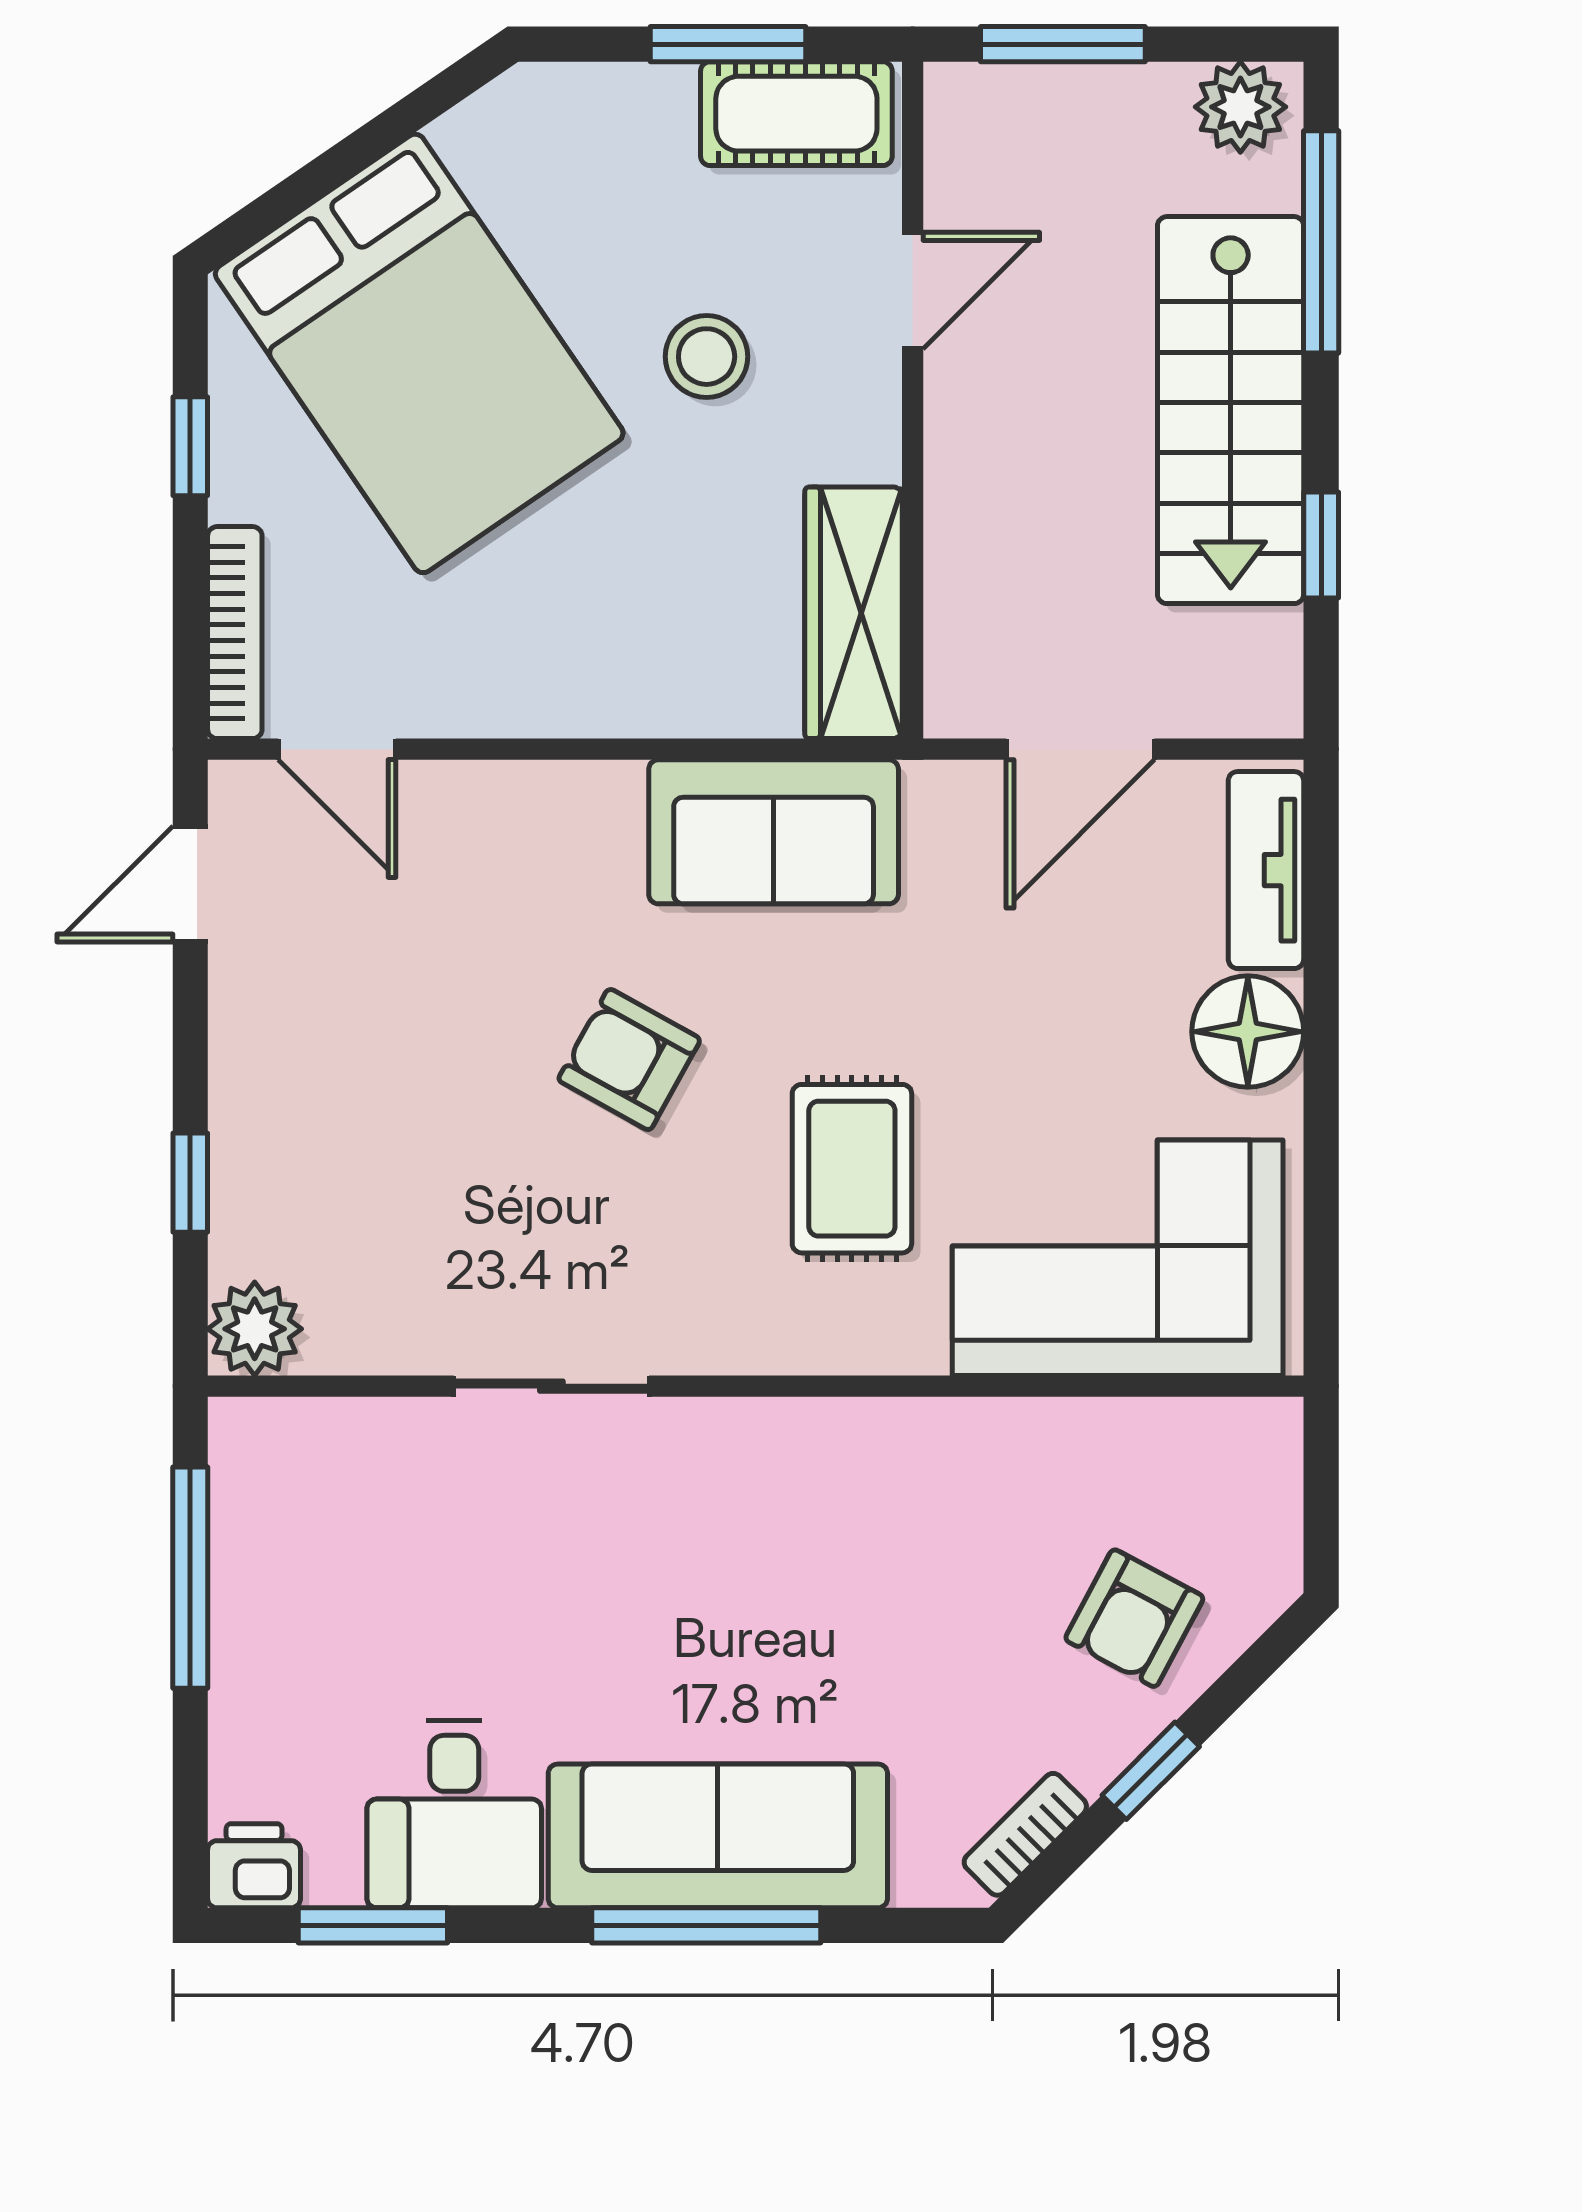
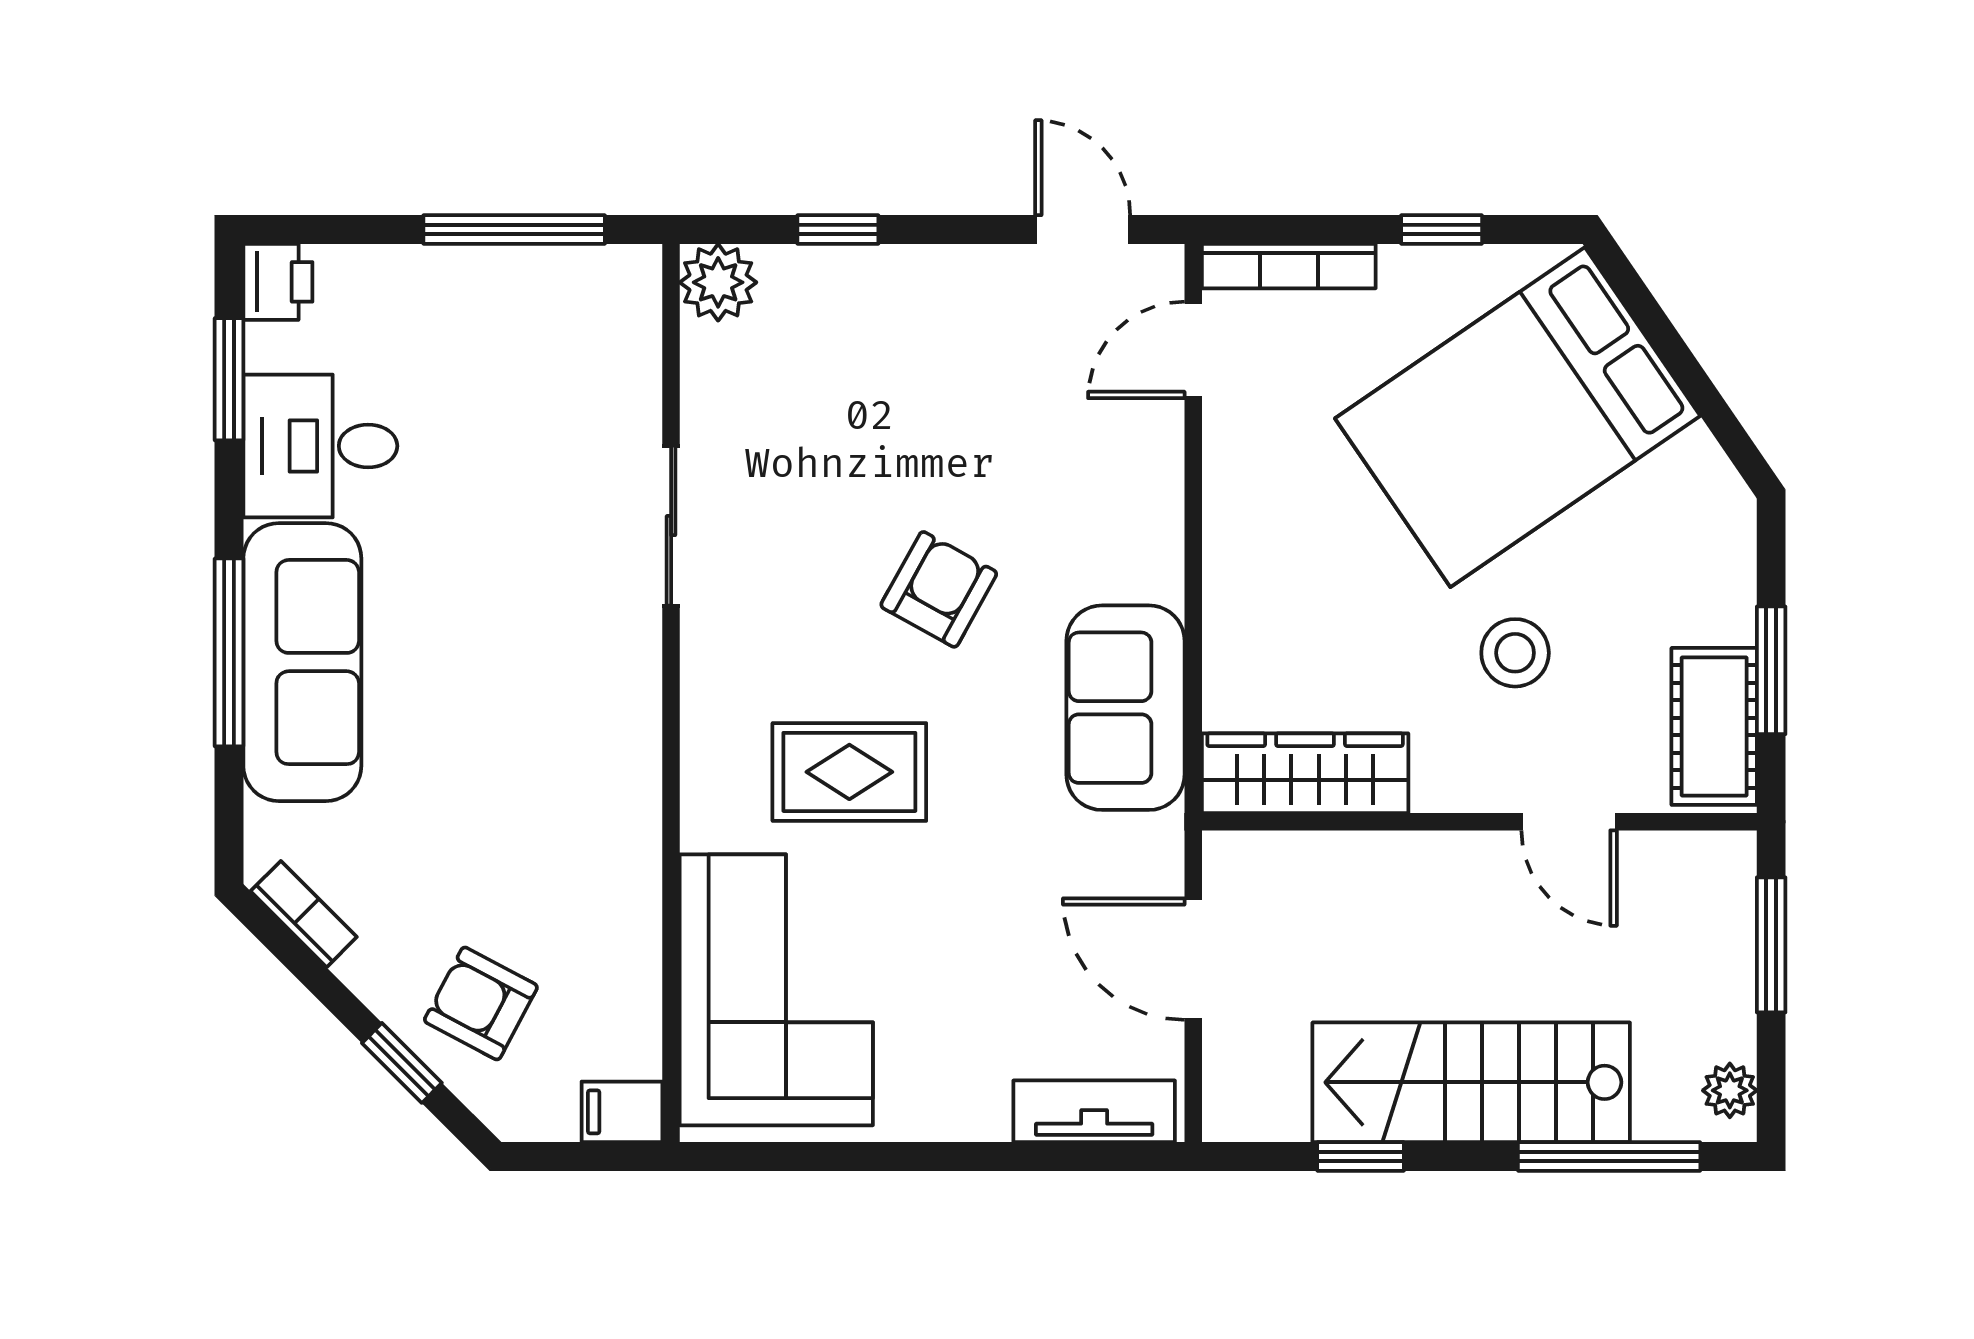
plant: (1240, 107) -> (1730, 1090), width x0.73, depth x0.73
floor lamp: (1248, 1032) -> (962, 1096), removed
filing cabinet: (1267, 1446) -> (622, 1112), added
window: (1151, 1771) -> (402, 1063), moved

